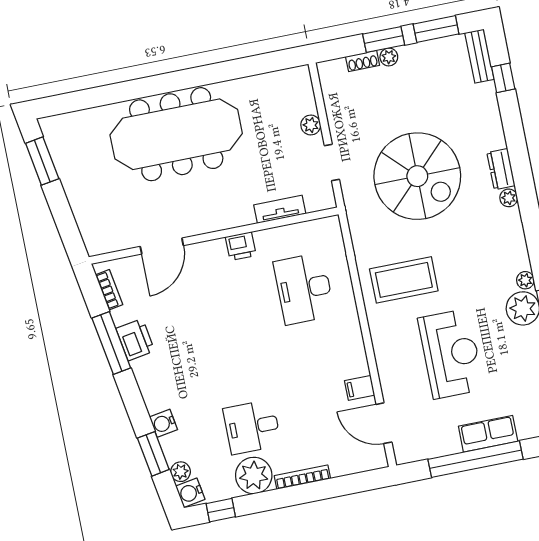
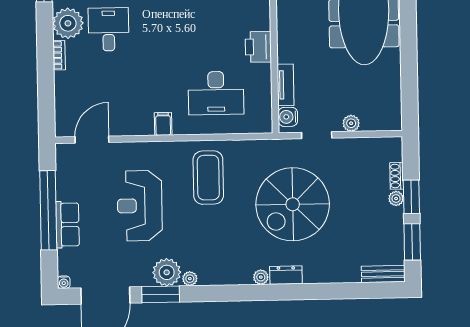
window: (503, 78) -> (362, 291), removed
water cooler: (317, 200) -> (288, 117), added
printer: (241, 246) -> (258, 47), width x1.36, depth x1.24
desk: (304, 289) -> (216, 93), turned 180
reception desk: (451, 354) -> (140, 206), turned 90
filing cabinet: (360, 388) -> (163, 124), moved
bookcase: (302, 477) -> (59, 55), width x0.64

